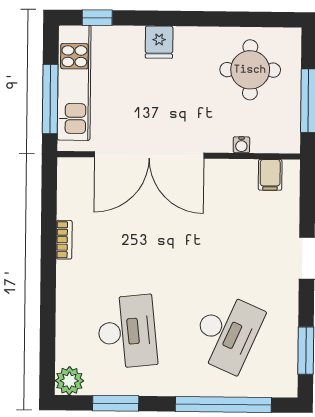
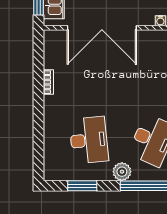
plant: (69, 381) -> (122, 172), moved

